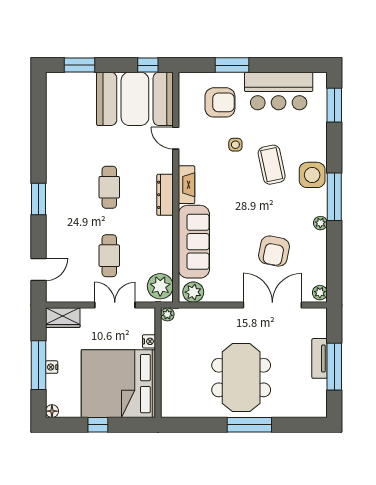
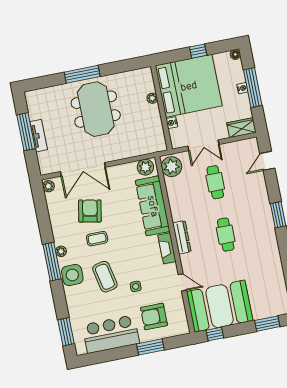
coffee table: (272, 215) -> (97, 239), added
plant: (320, 223) -> (61, 251), moved
plant: (167, 314) -> (152, 98), moved

